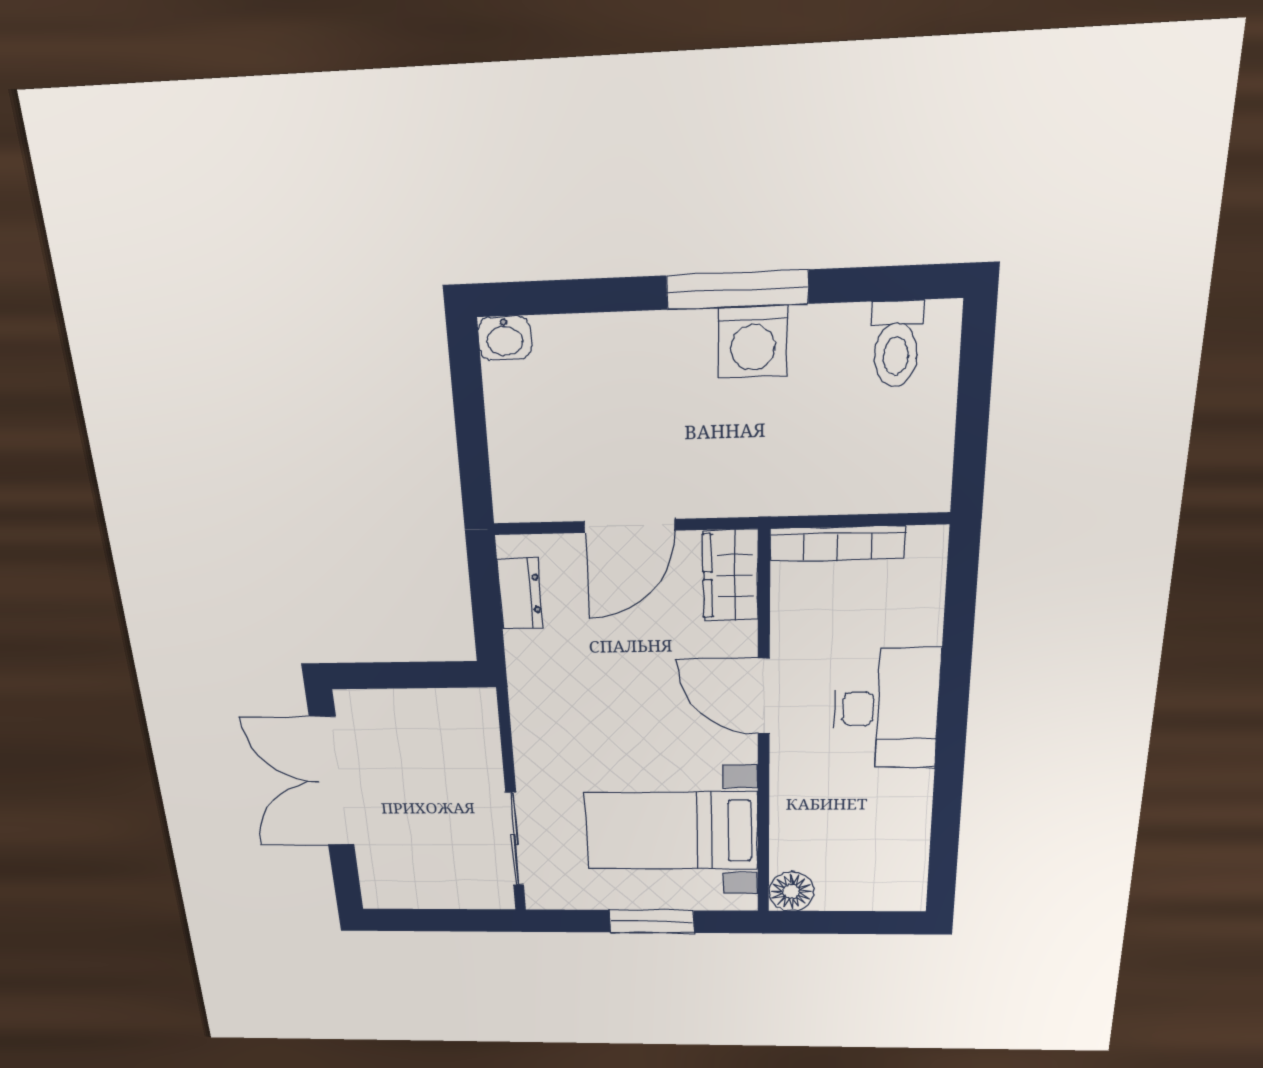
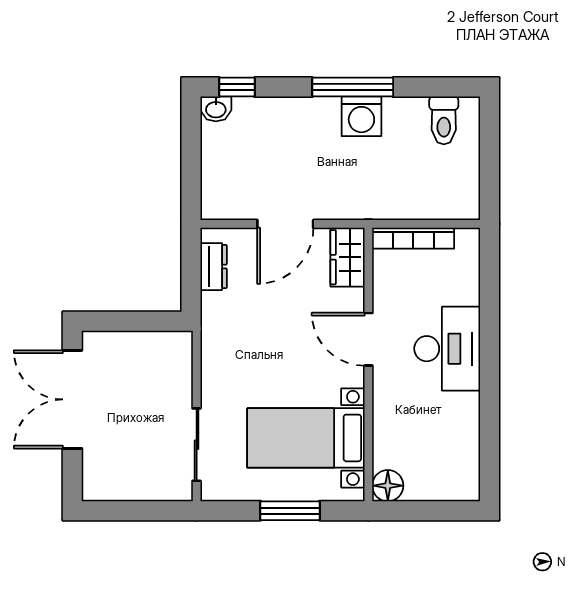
window: (538, 298) -> (237, 87), added

